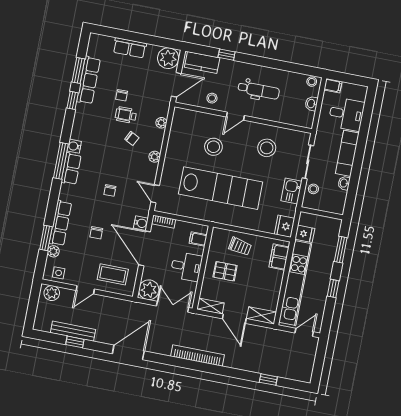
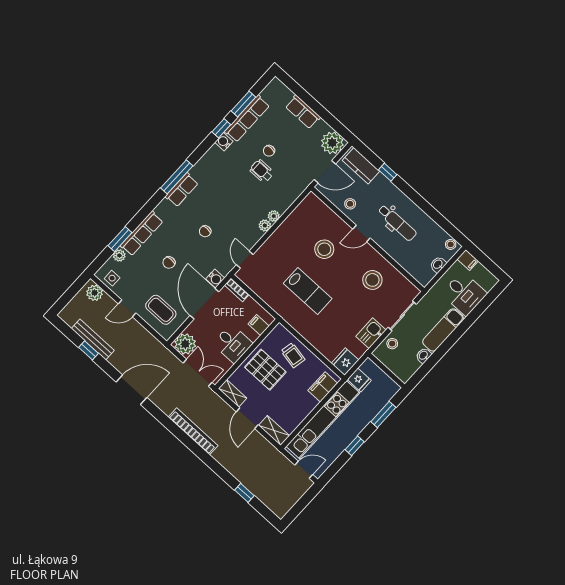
plant: (161, 123) -> (274, 216), moved
chair: (132, 138) -> (254, 196), removed
water cooler: (74, 146) -> (224, 142), moved
lab bench: (221, 188) -> (308, 291), width x0.54, depth x0.72
pallet: (225, 271) -> (265, 370), width x1.50, depth x1.42

